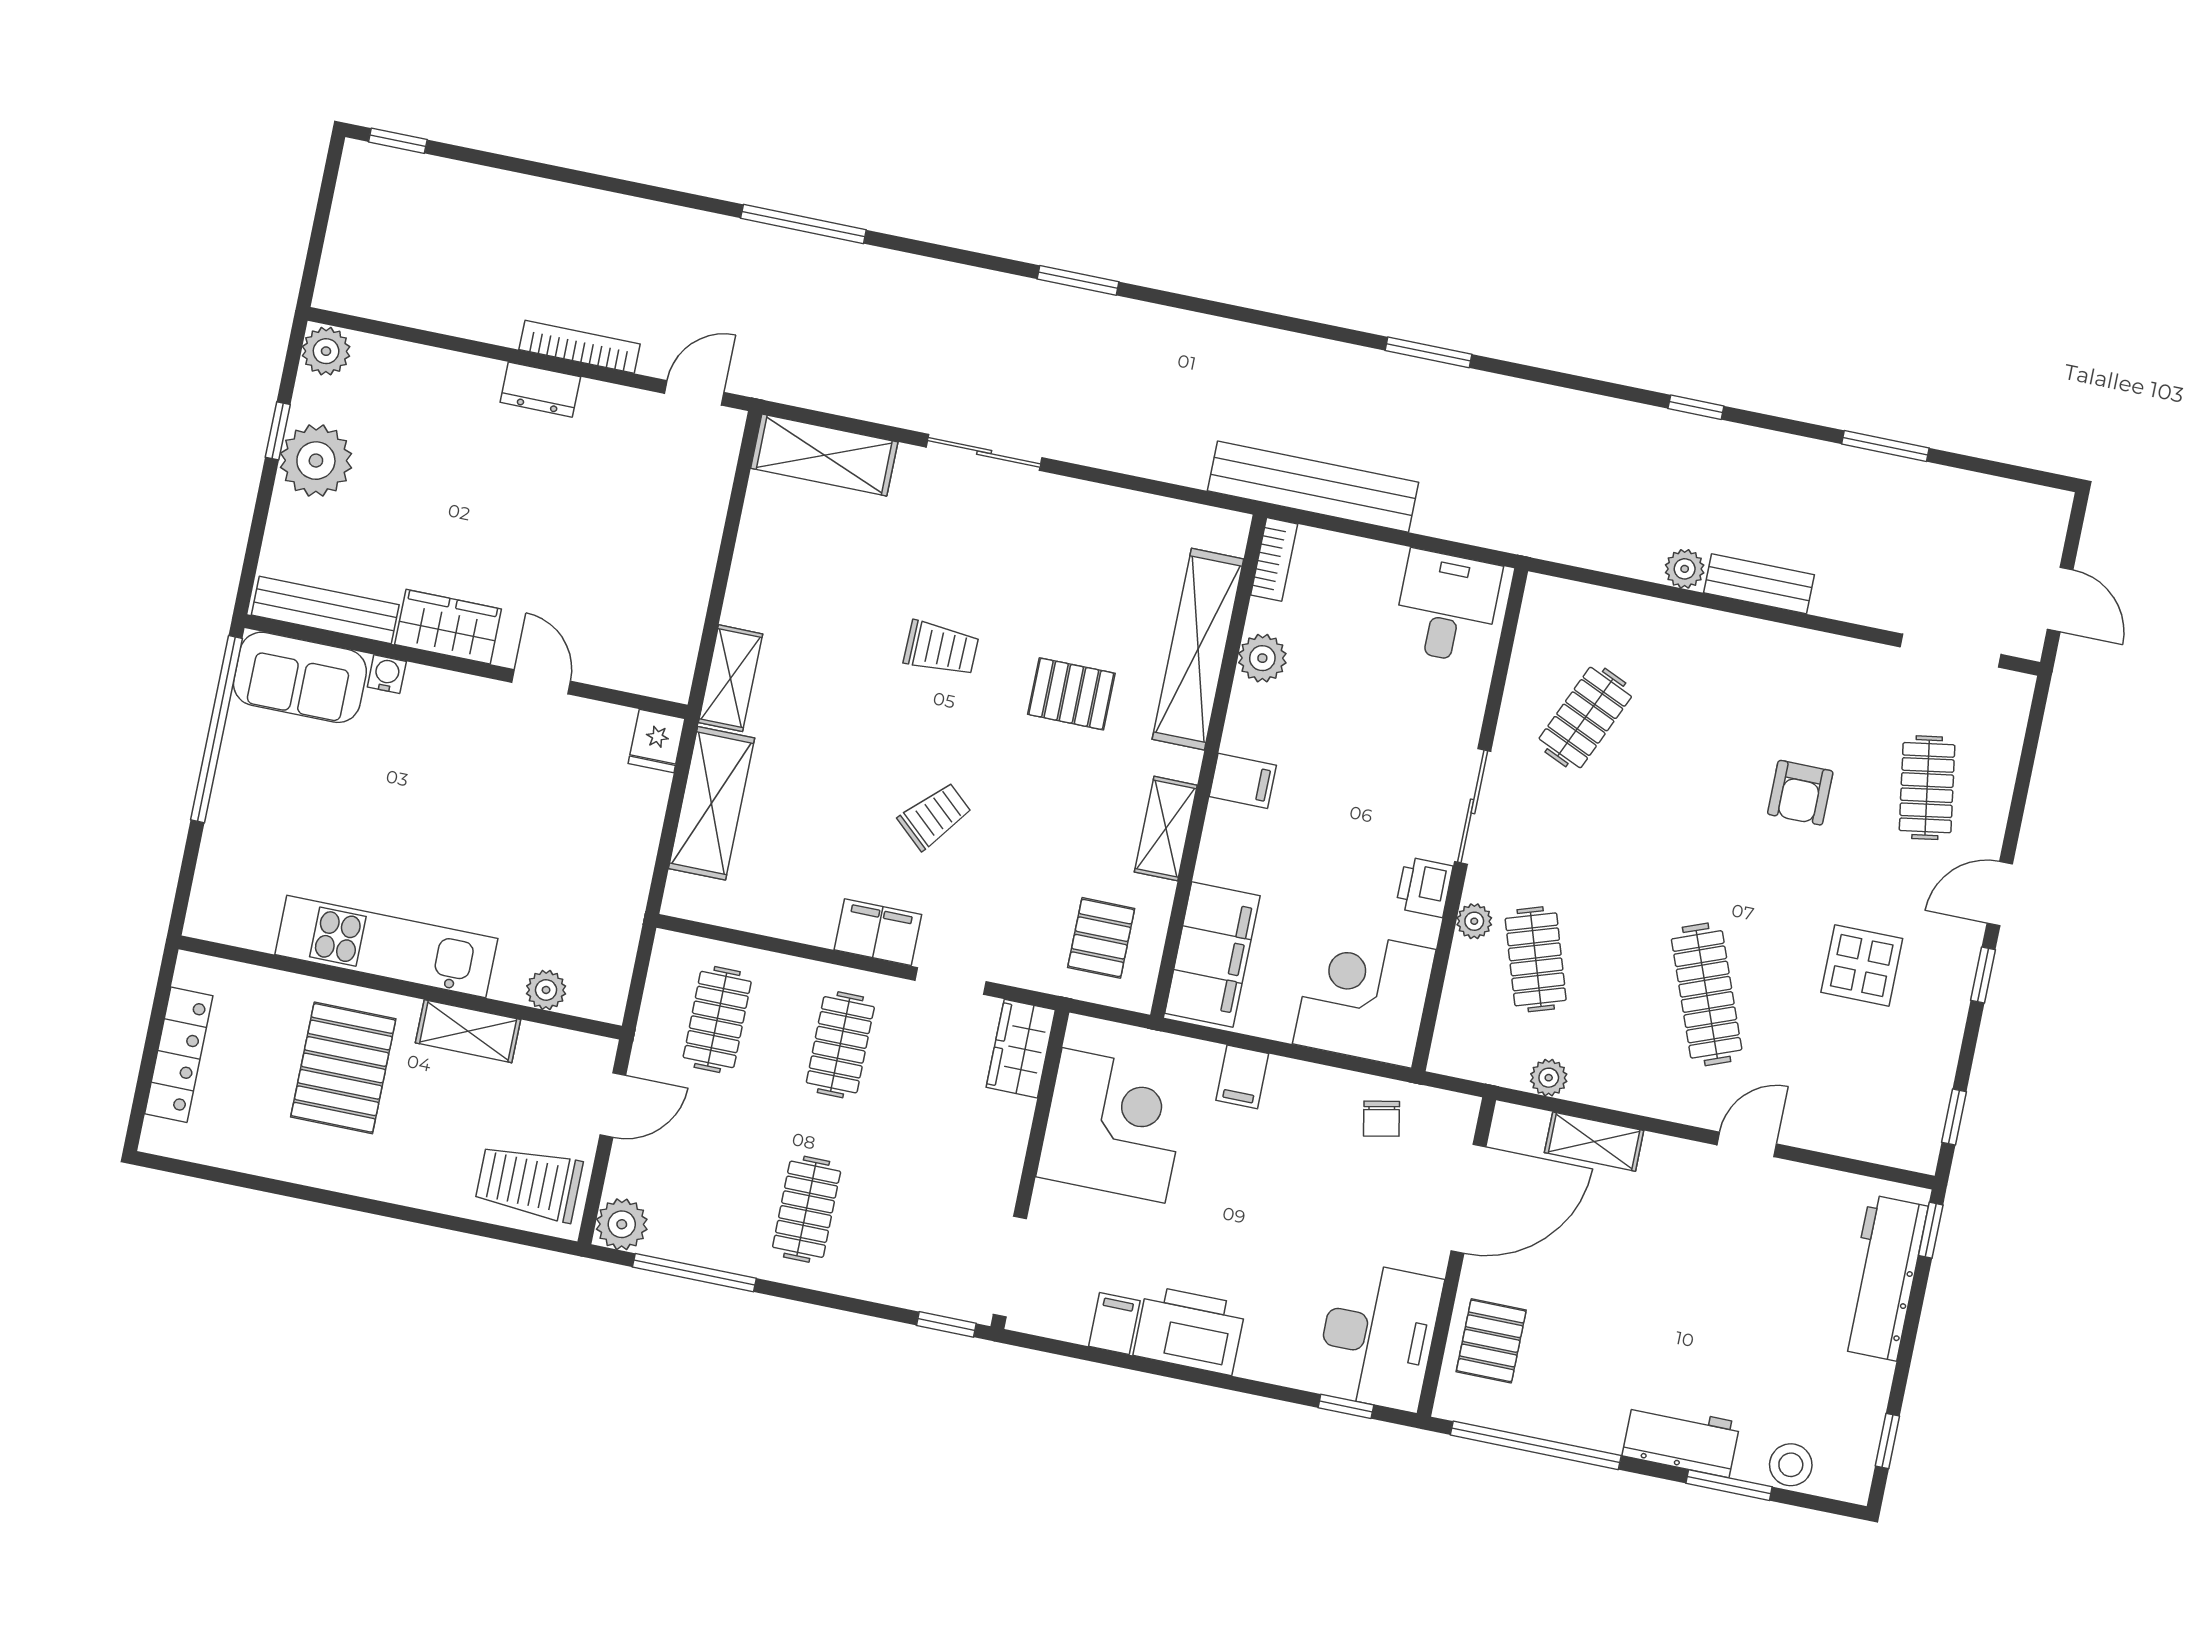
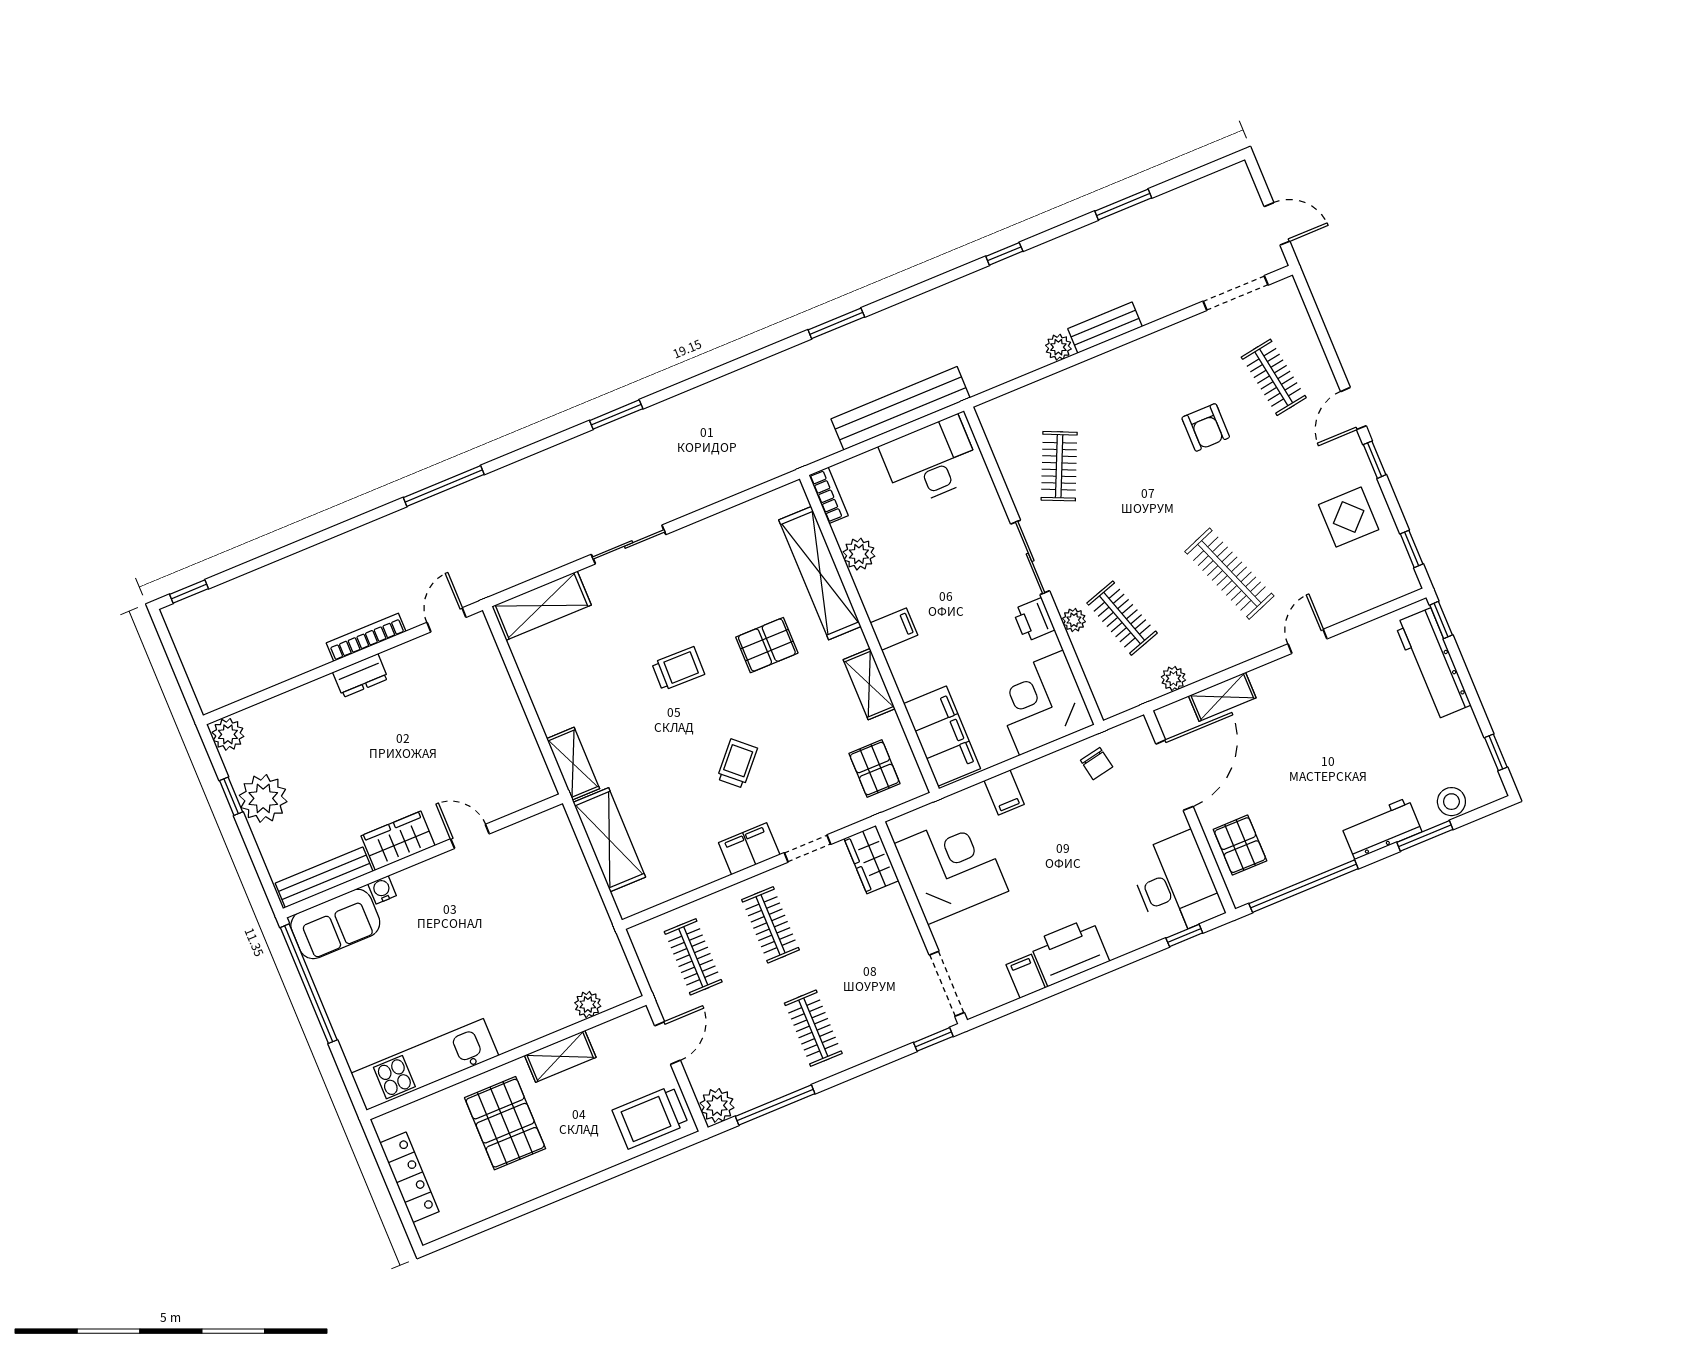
bench: (1313, 487) -> (901, 408), moved
desk: (1447, 607) -> (931, 461), width x1.37
fridge: (657, 741) -> (556, 826), removed
kitchen unit: (386, 947) -> (425, 1064), moved
display table: (1862, 965) -> (1349, 517), moved

